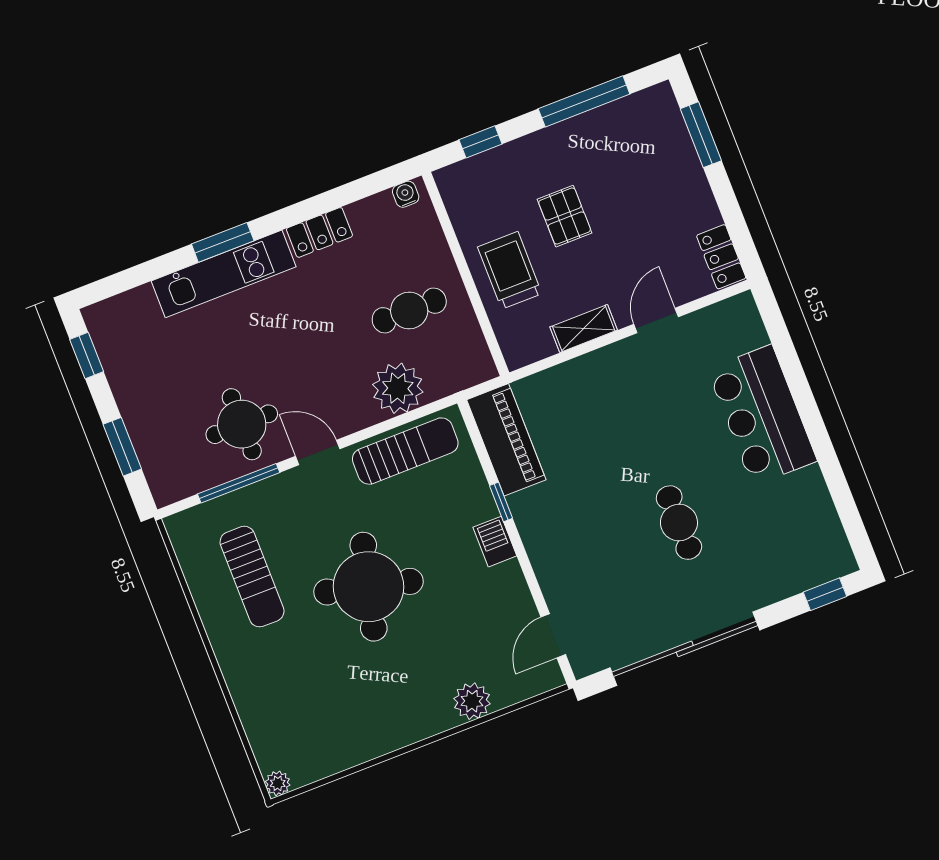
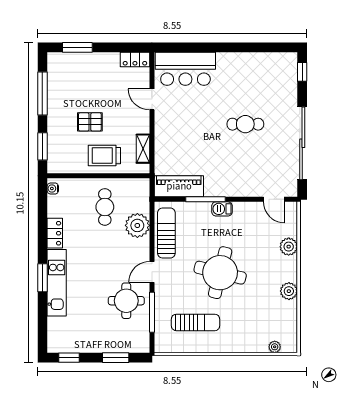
window: (480, 142) -> (42, 146), width x1.50
shelving: (584, 328) -> (143, 149), moved
bar counter: (762, 415) -> (185, 69), moved
window: (501, 502) -> (205, 199), width x2.17
plant: (385, 736) -> (289, 291), added
plant: (278, 783) -> (275, 347), moved

